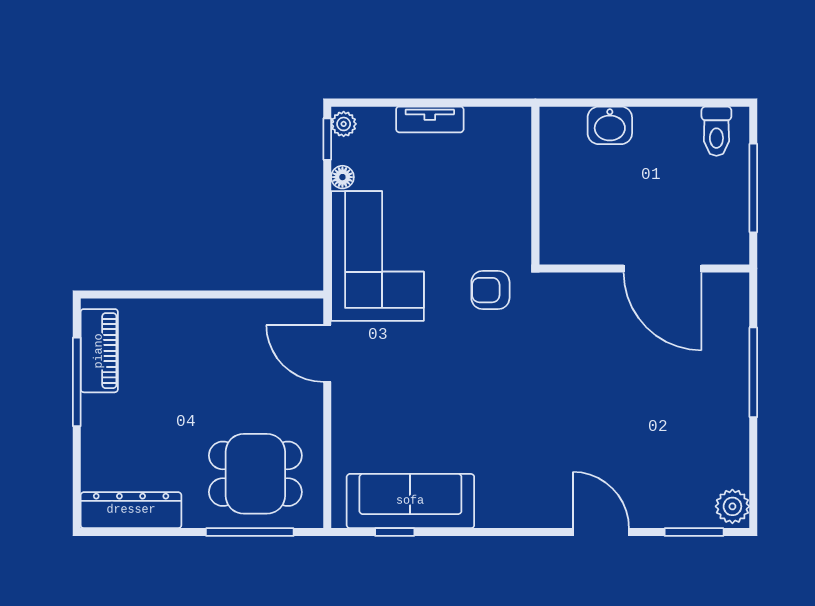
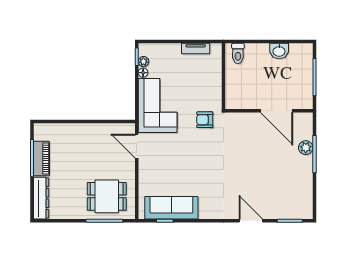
tv unit: (430, 119) -> (196, 49), moved
plant: (344, 124) -> (143, 62), moved
washbasin: (610, 125) -> (279, 51), moved
toilet: (716, 131) -> (238, 53), moved
piano: (99, 351) -> (42, 159), moved
plant: (732, 506) -> (306, 148), moved
dresser: (131, 510) -> (41, 198), moved, turned 90

